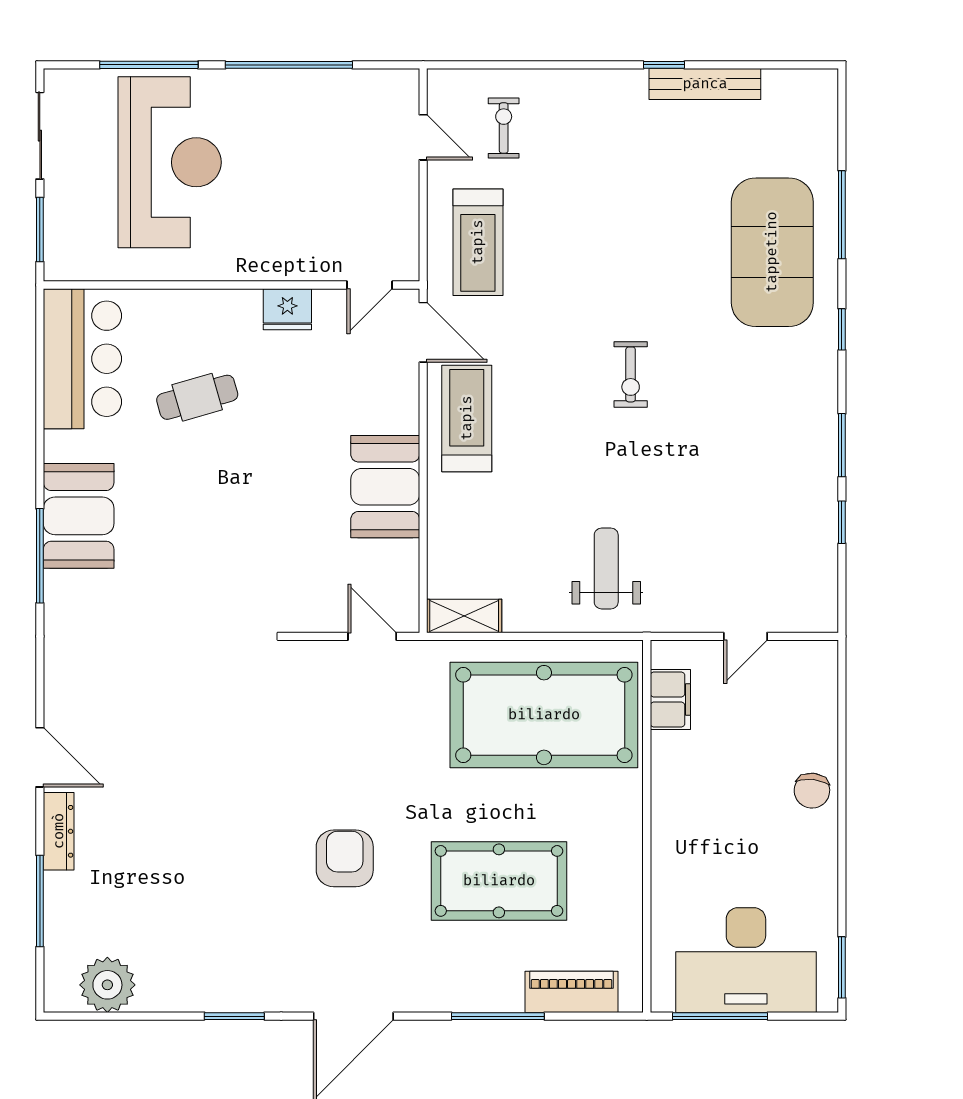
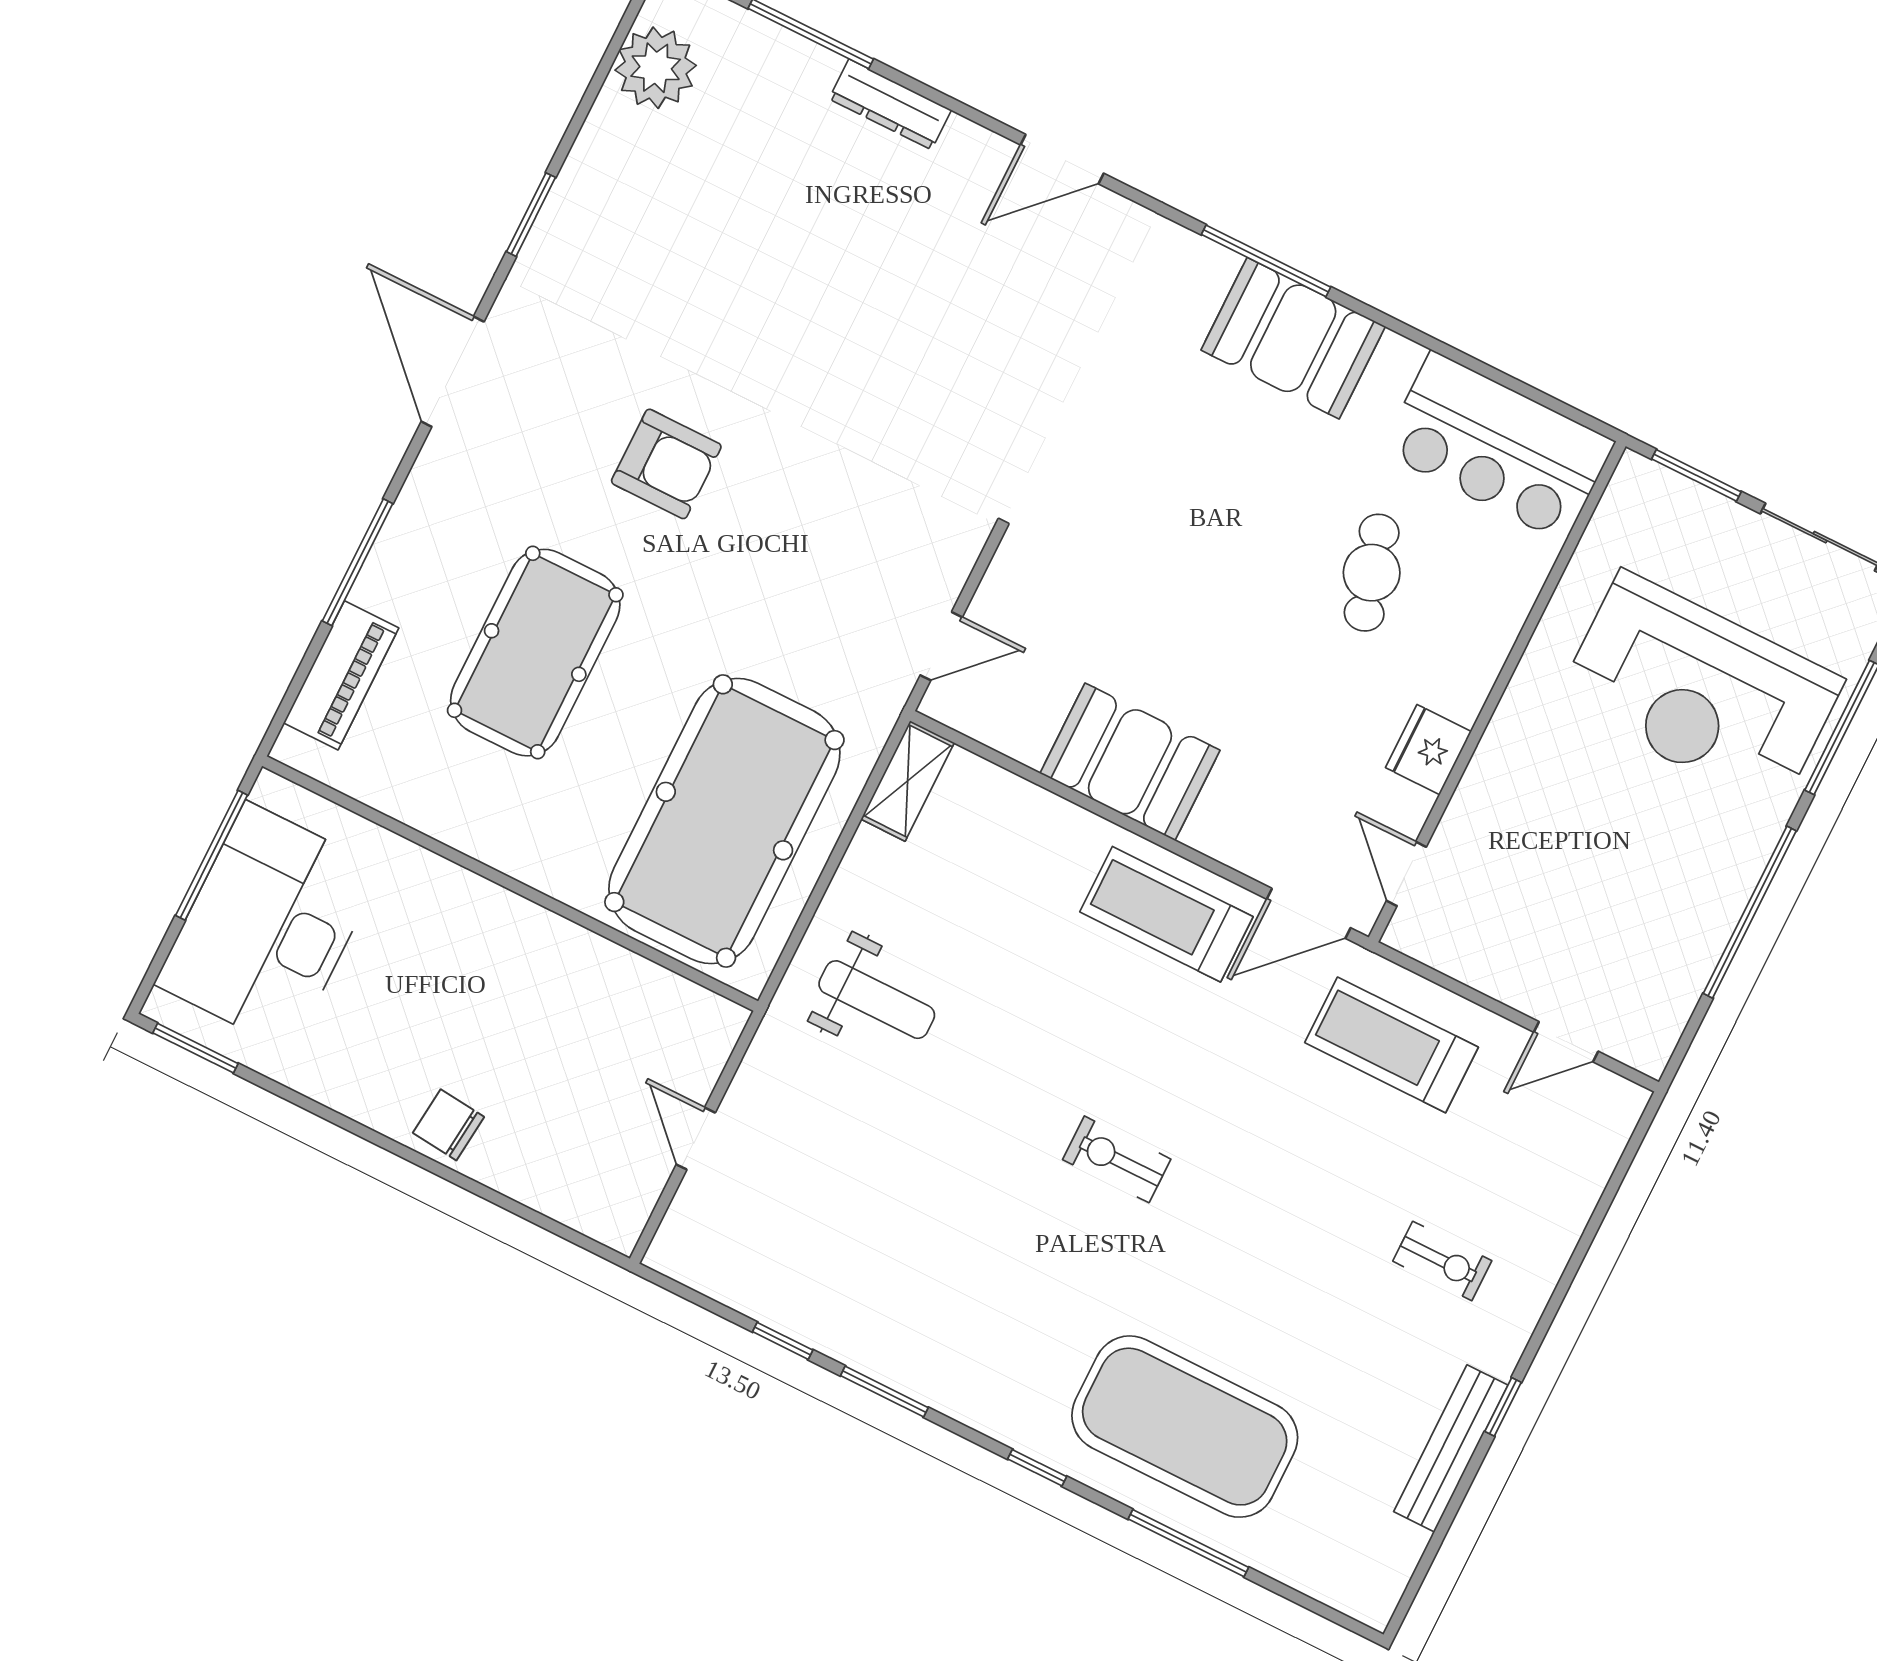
exercise bike: (504, 128) -> (1442, 1261), moved
treadmill: (467, 418) -> (1166, 914), turned 180
filing cabinet: (670, 699) -> (662, 998), removed
door: (40, 757) -> (1062, 159), moved

